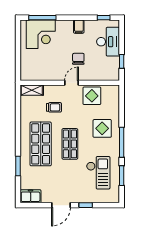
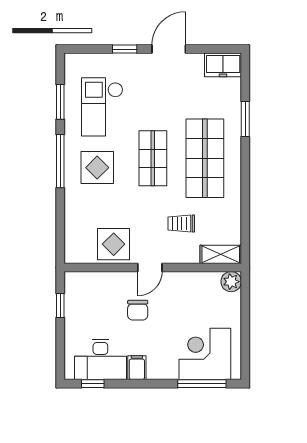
desk: (108, 42) -> (100, 359), moved, turned -90
plant: (26, 75) -> (231, 282), added
display table: (102, 128) -> (97, 168), moved

